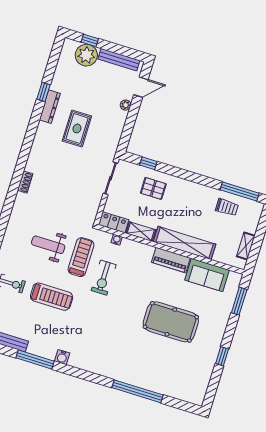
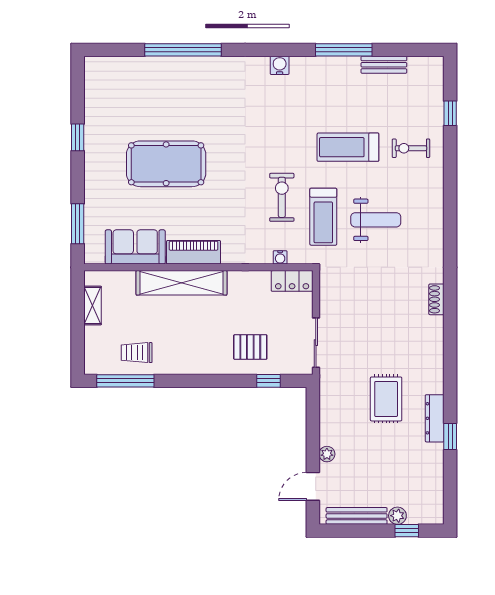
plant: (86, 55) -> (397, 516), width x0.53, depth x0.53
shelving: (141, 232) -> (249, 280), removed
water cooler: (62, 357) -> (280, 65), moved

